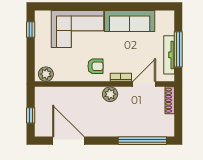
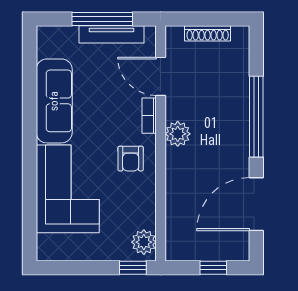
window: (31, 30) -> (133, 268), moved
armchair: (95, 66) -> (131, 159), turned 180
shoe rack: (170, 100) -> (208, 33), moved
window: (142, 141) -> (256, 117), moved

